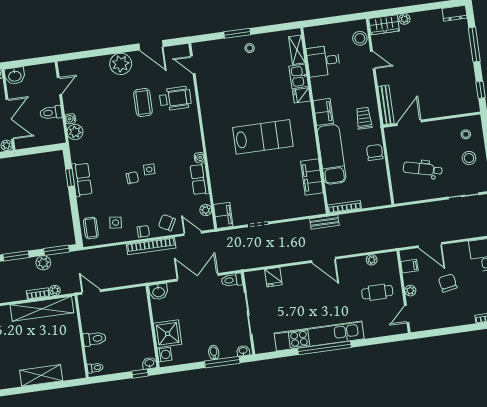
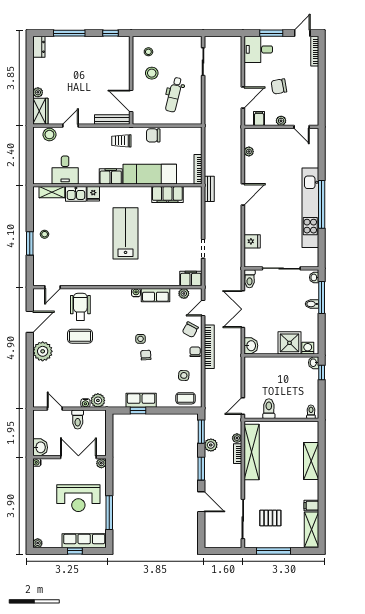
stool: (469, 158) -> (152, 73), moved
cafe table: (377, 292) -> (278, 150), removed
toilet: (95, 339) -> (269, 409), moved

